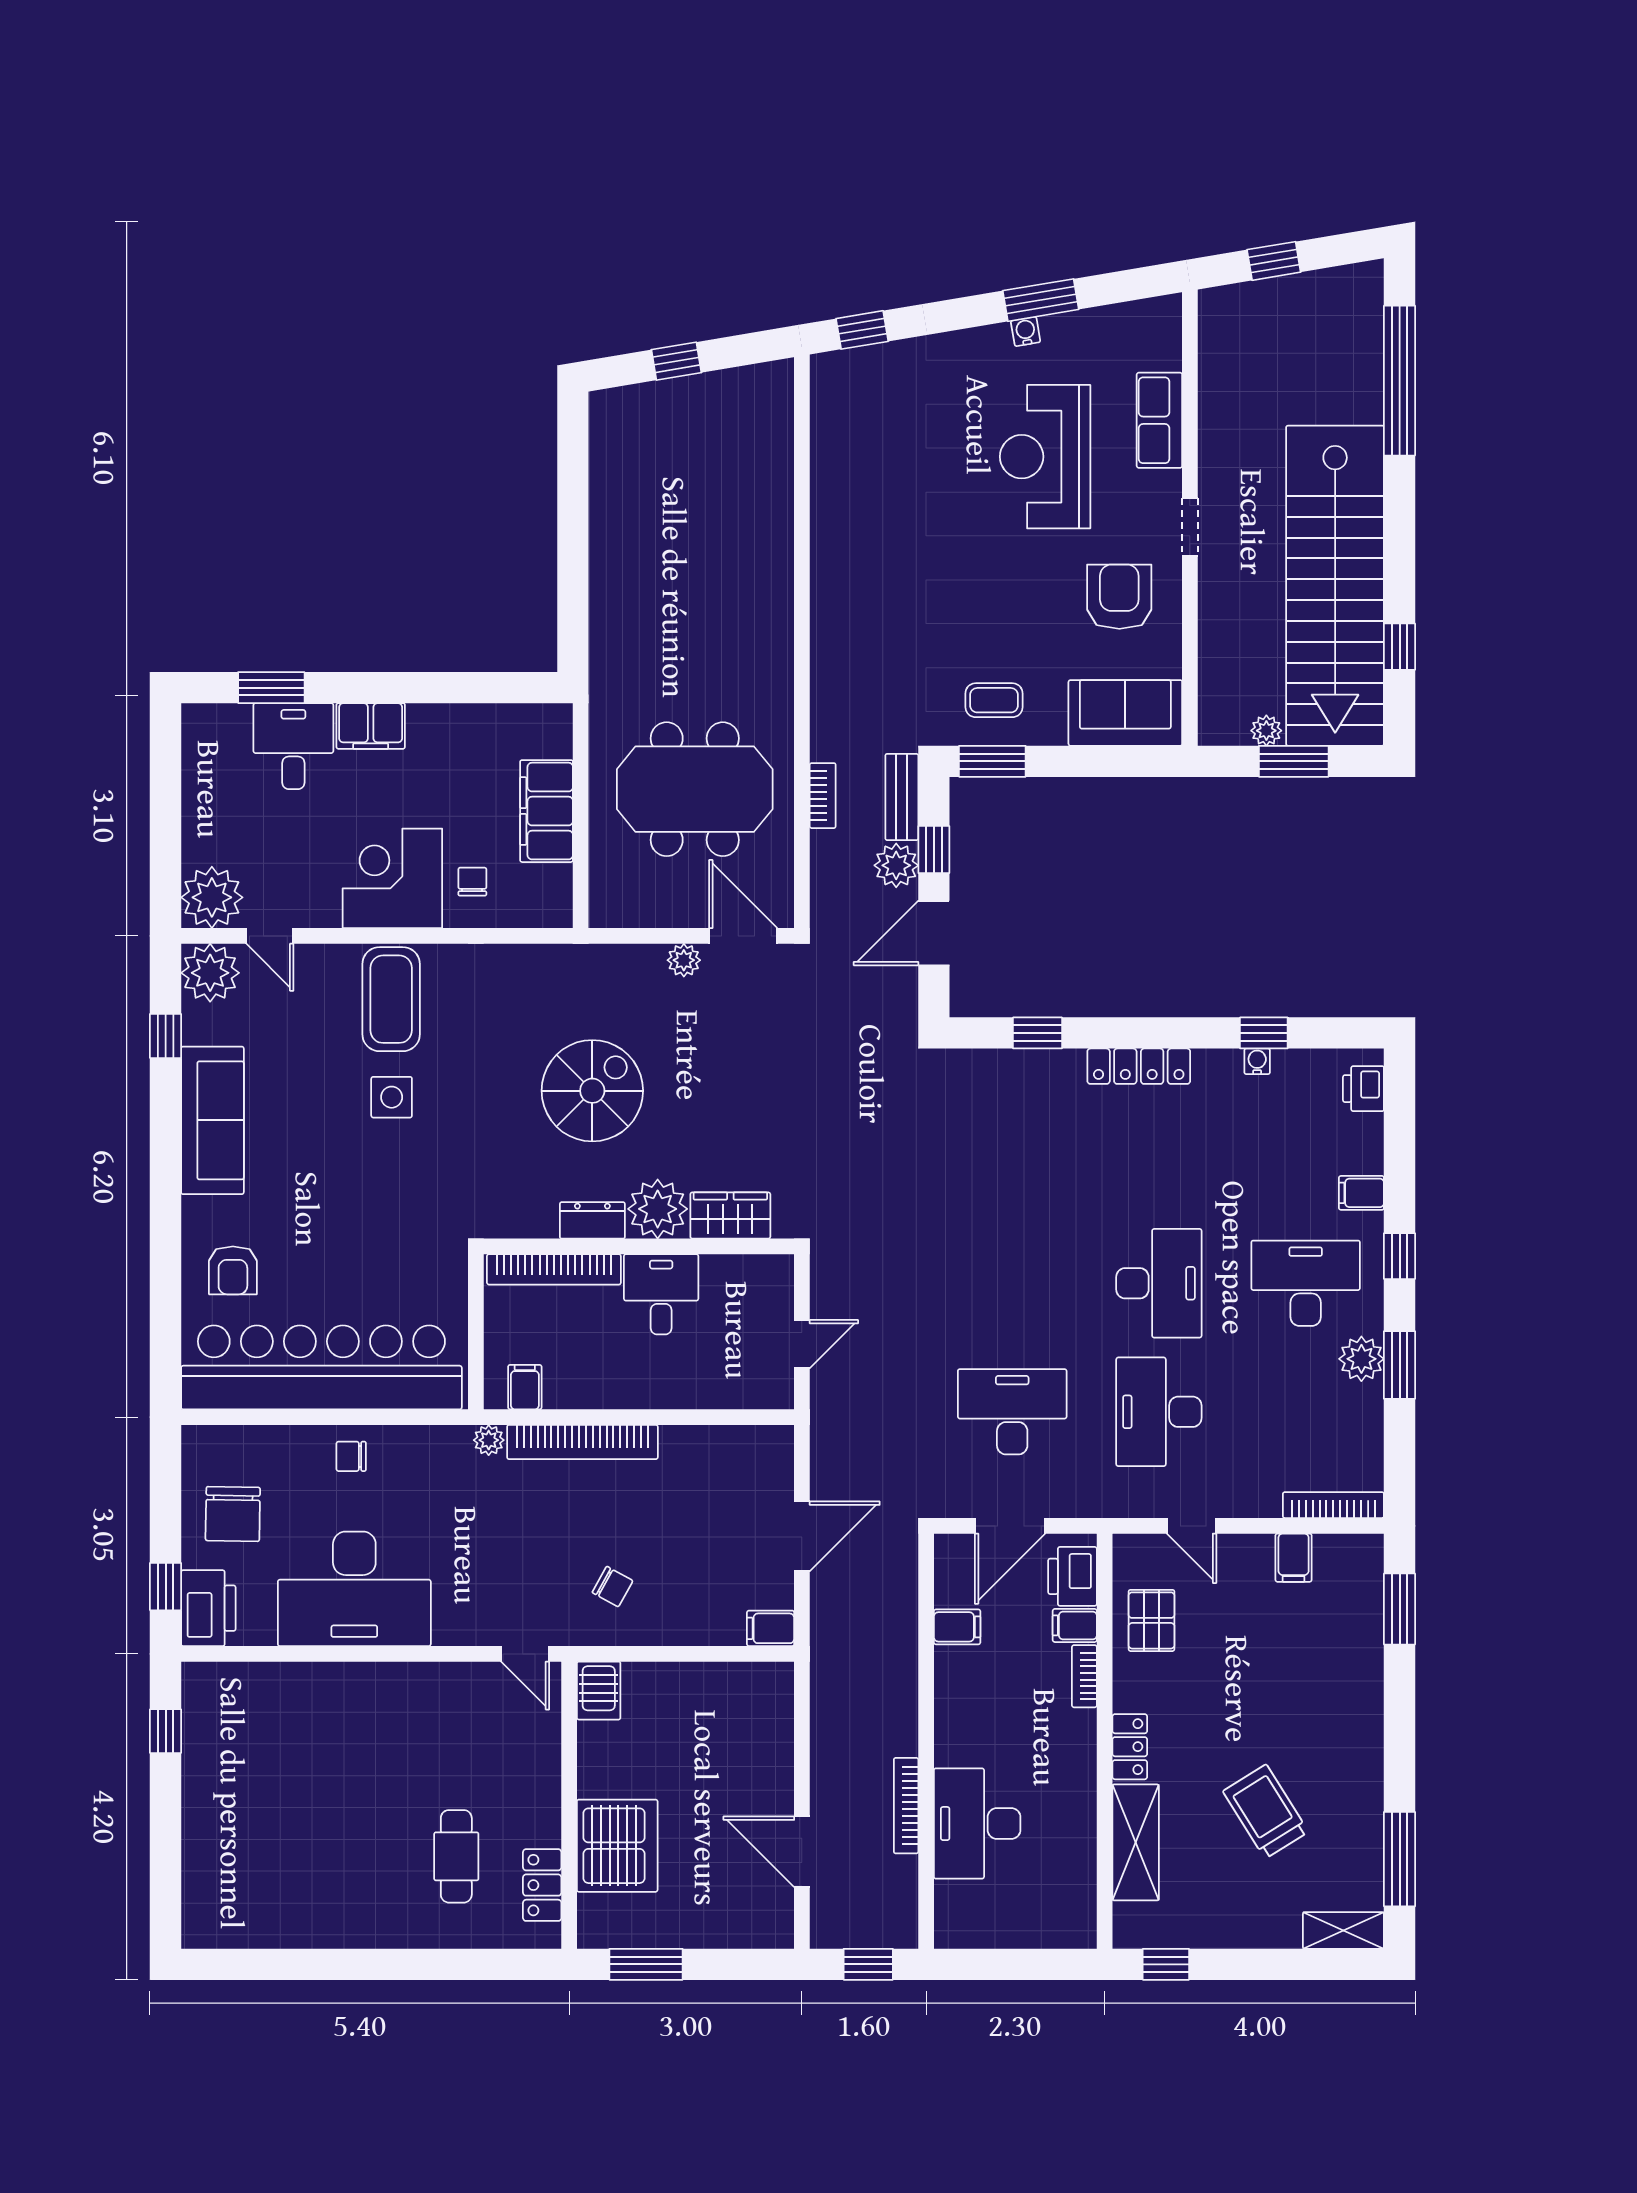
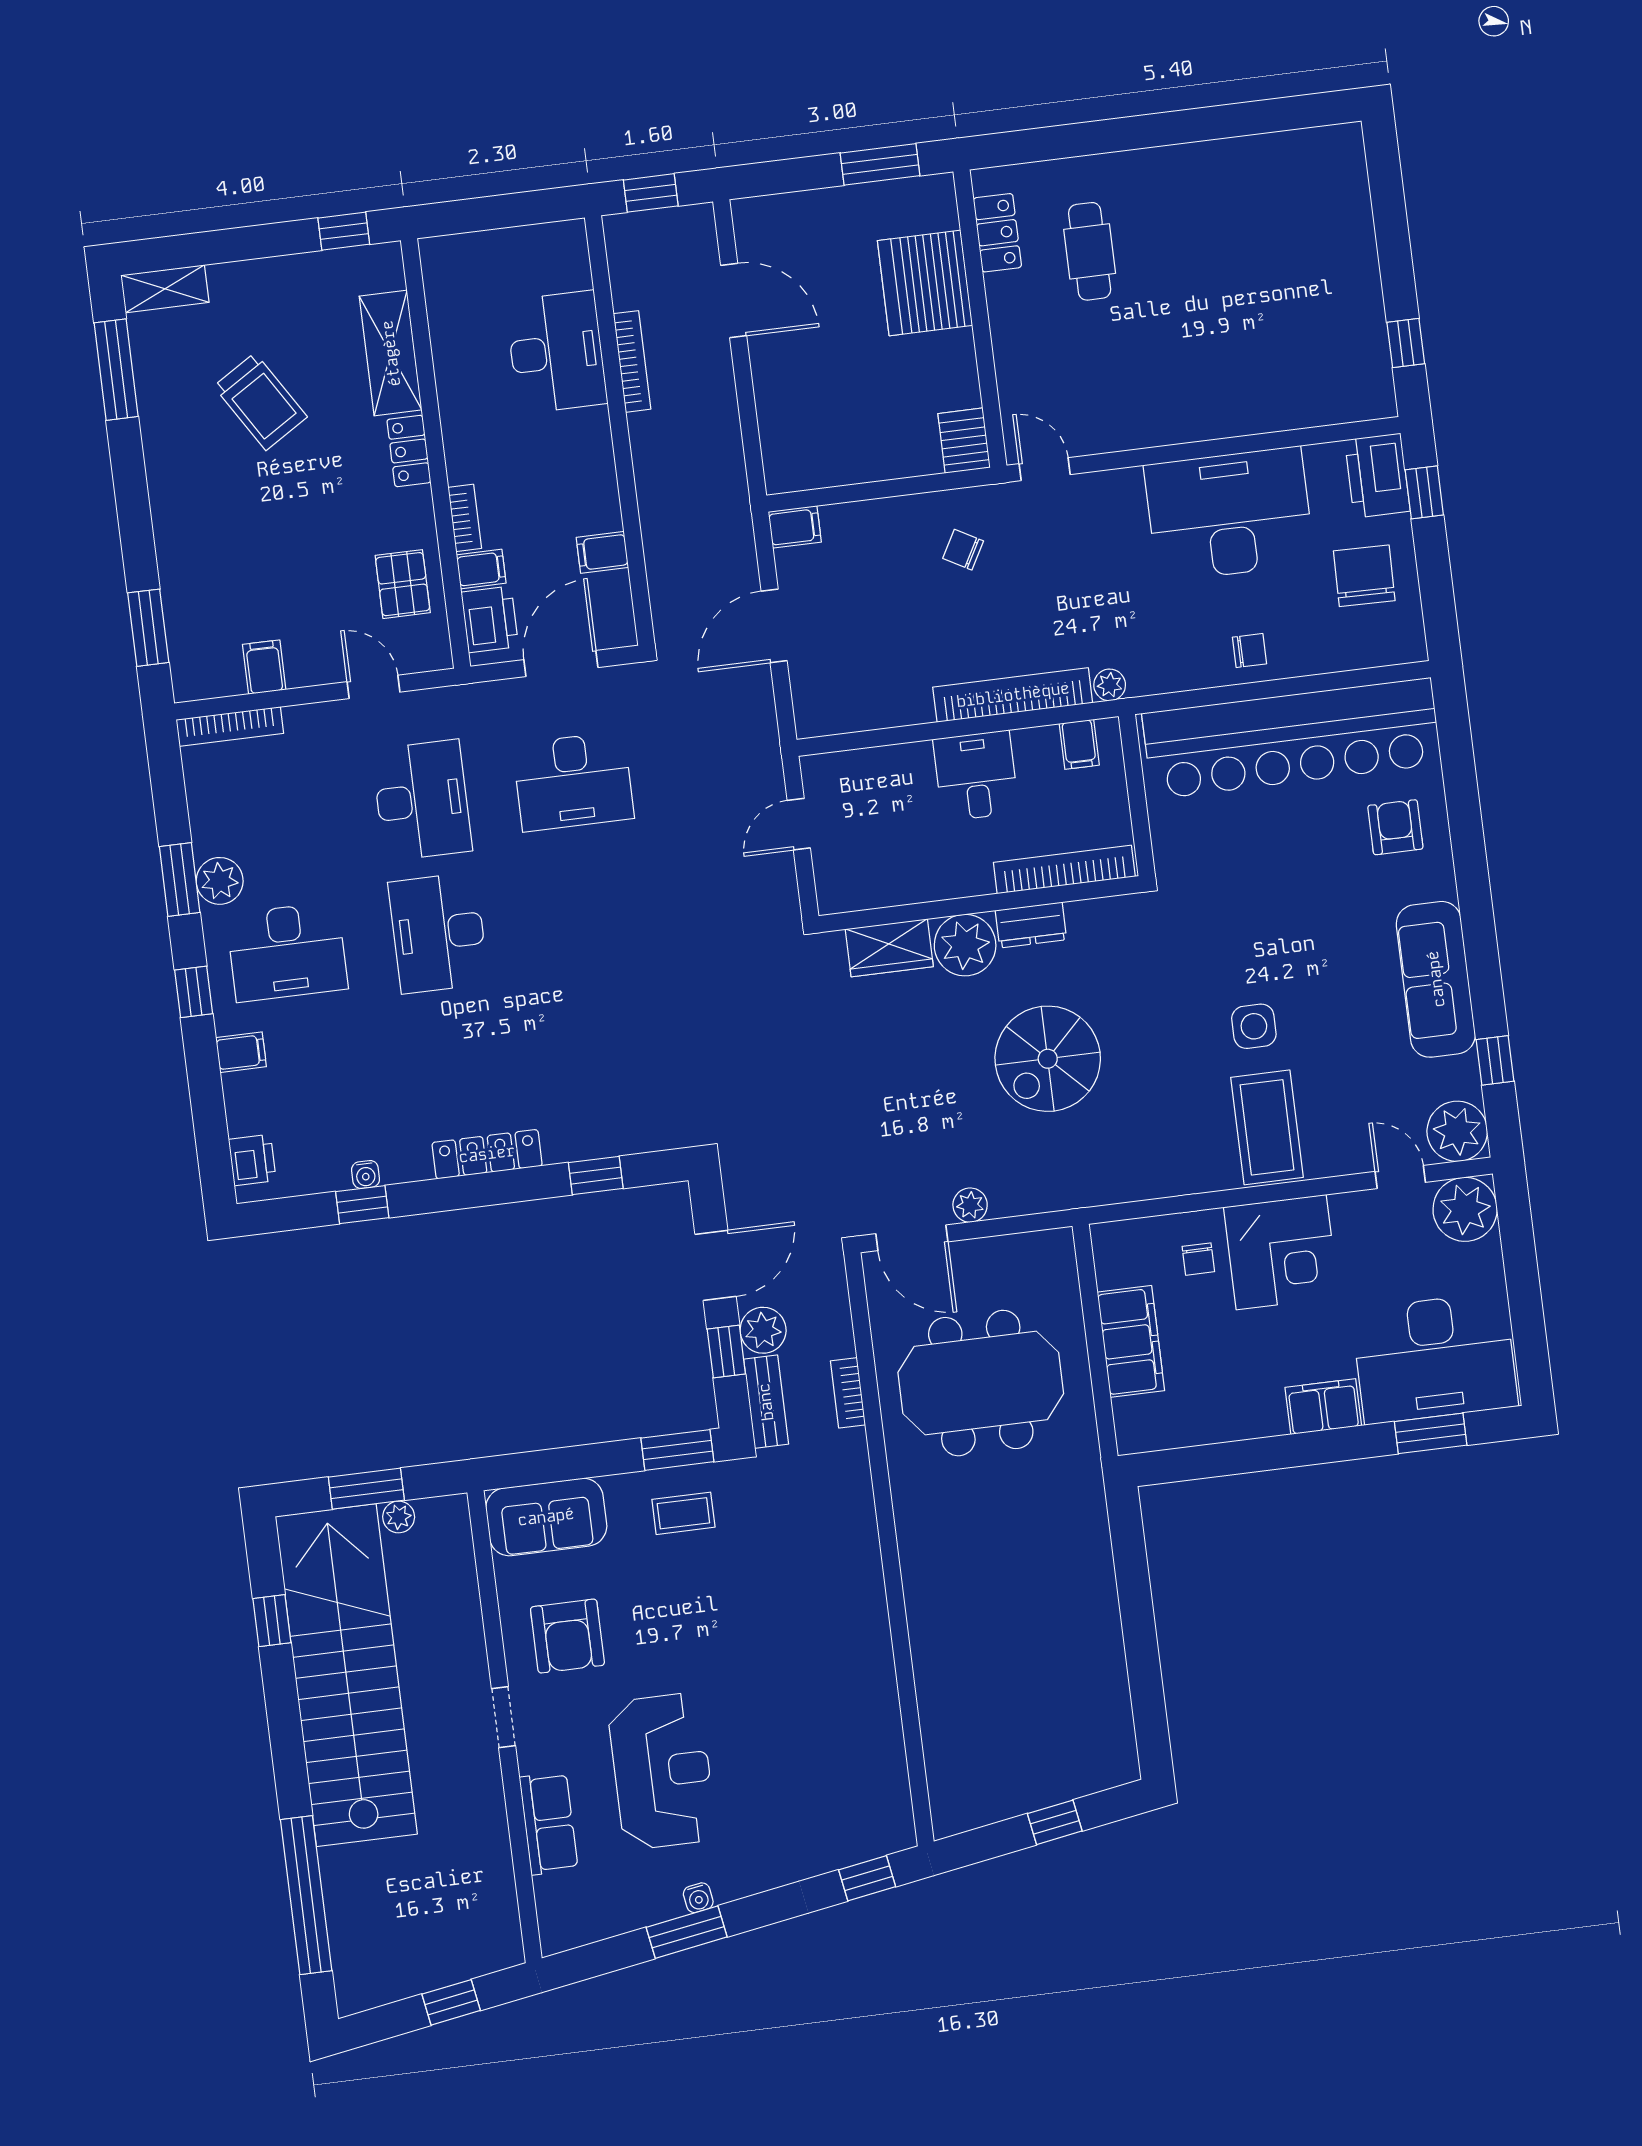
desk: (293, 746) -> (1435, 1358), width x1.87, depth x1.30
desk: (661, 1294) -> (976, 776), moved, turned 180

